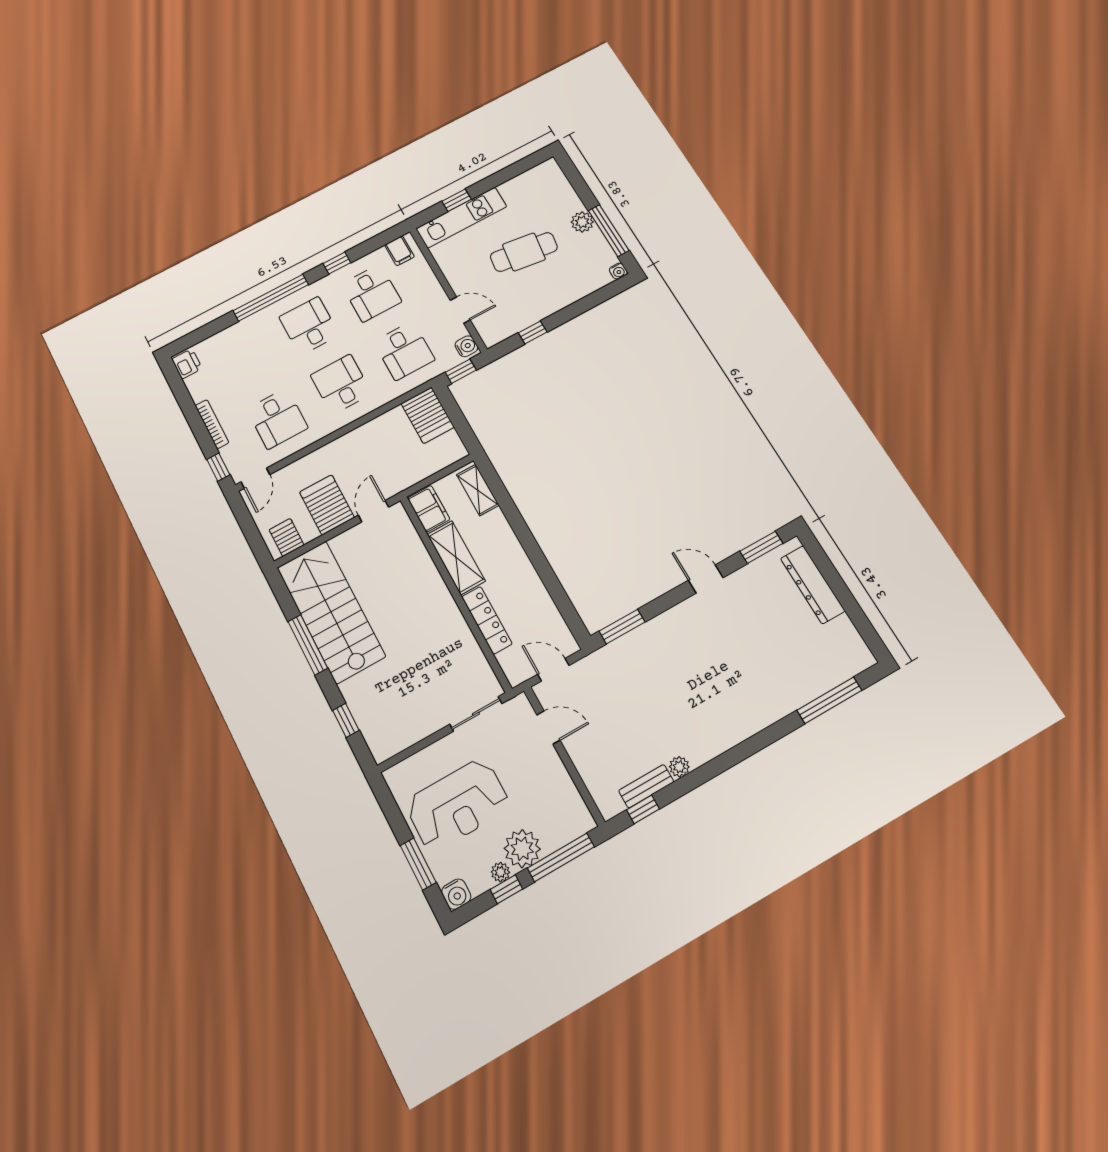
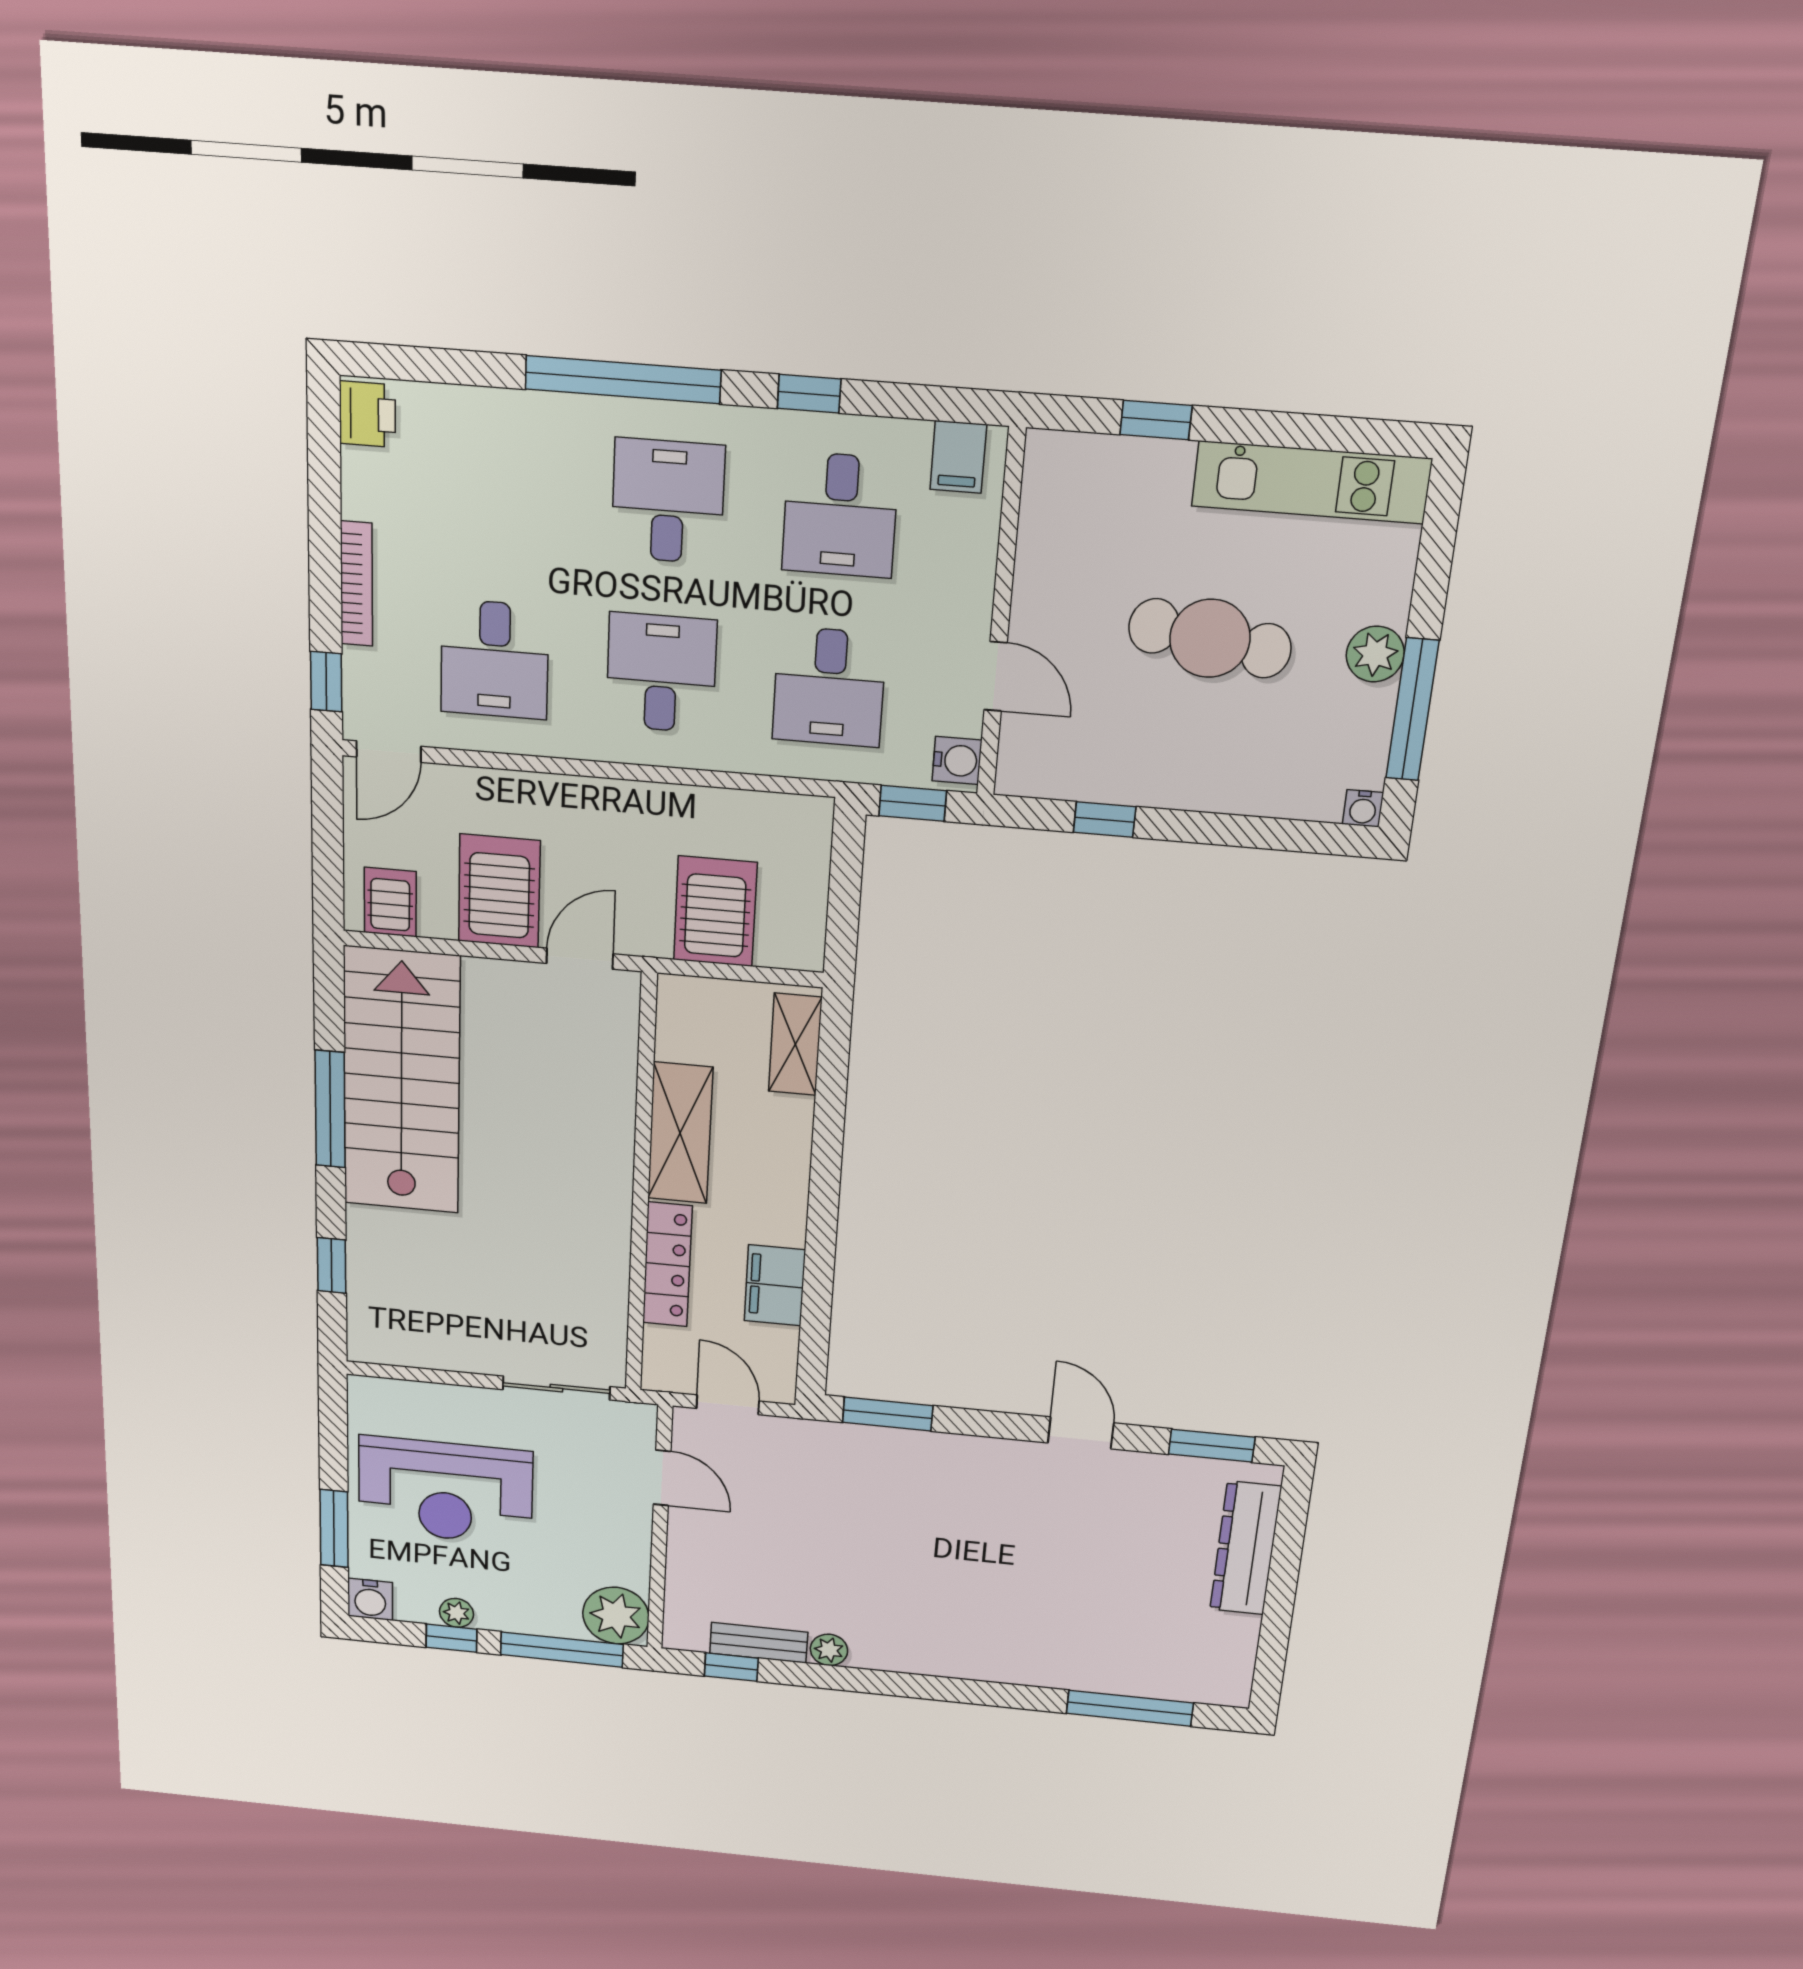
kitchen unit: (461, 218) -> (1311, 482), moved
server rack: (428, 415) -> (715, 911), moved, turned 180
filing cabinet: (429, 509) -> (775, 1285), moved, turned 180
plant: (522, 849) -> (616, 1616), moved

